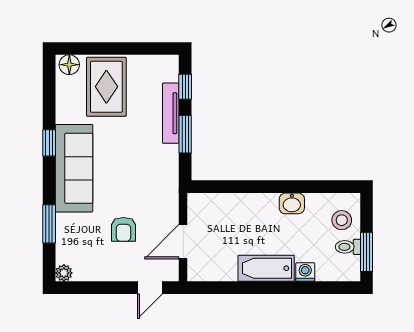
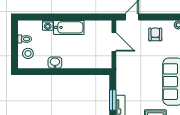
armchair: (123, 229) -> (155, 34), moved
door: (183, 242) -> (114, 42), hinge flipped
window: (367, 252) -> (14, 36), removed

